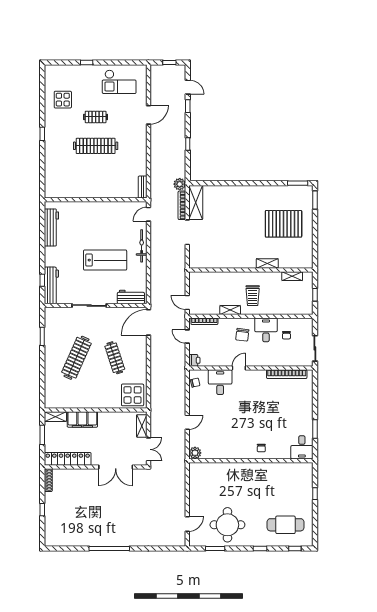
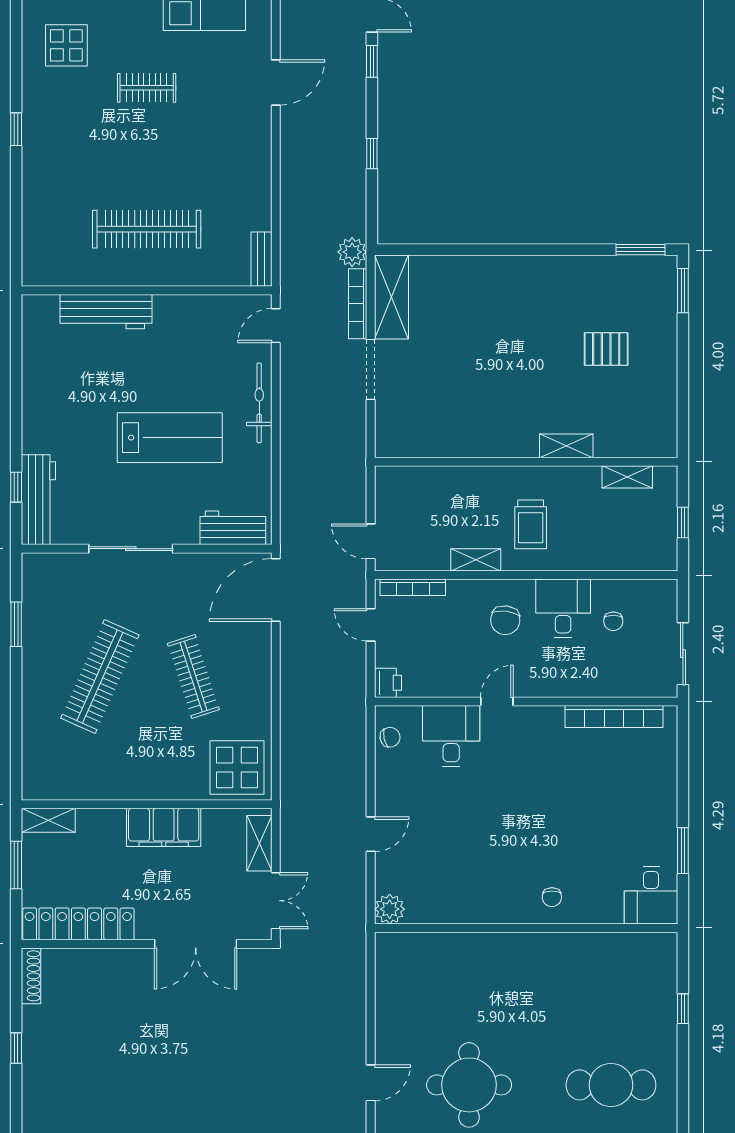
clothes rail: (96, 146) -> (147, 229), moved
pallet: (284, 224) -> (606, 349), width x0.49, depth x0.50
workbench: (51, 227) -> (106, 312), moved, turned 90
filing cabinet: (82, 419) -> (164, 827), moved

